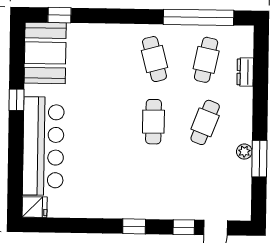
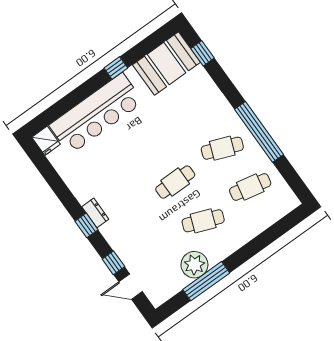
window: (198, 17) -> (259, 132), moved
cafe table: (154, 59) -> (222, 148), turned 36
dresser: (245, 72) -> (95, 213), moved, turned 90
plant: (244, 152) -> (194, 265), width x1.87, depth x1.87
window: (259, 159) -> (206, 281), width x1.44

